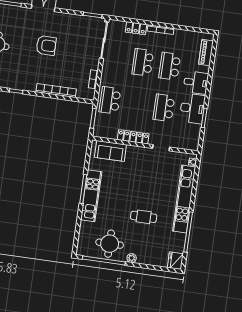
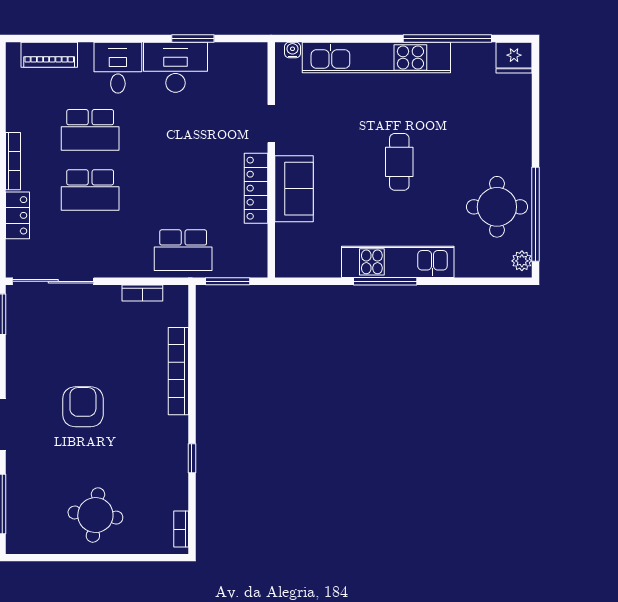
school desk: (164, 108) -> (183, 130), removed
sofa: (110, 151) -> (294, 189), moved
cafe table: (144, 217) -> (399, 162), moved
plant: (132, 258) -> (522, 261), moved

